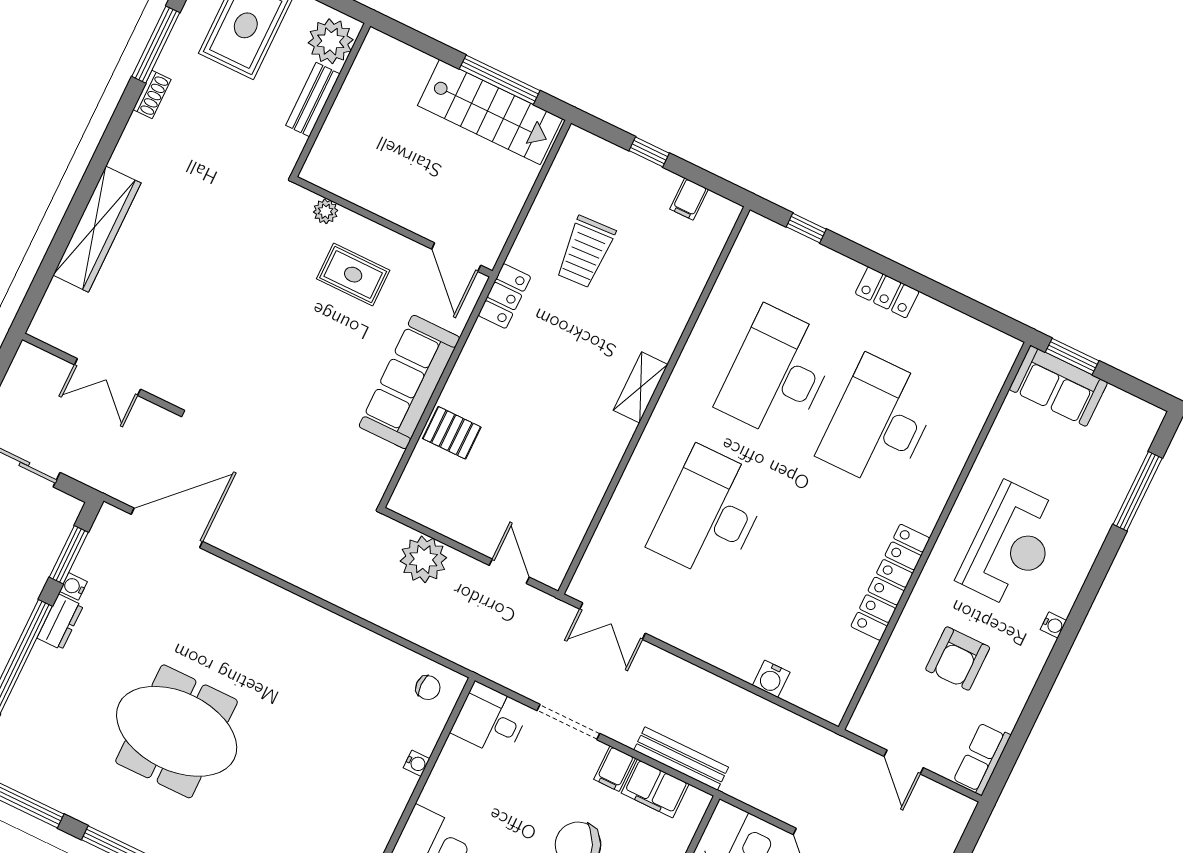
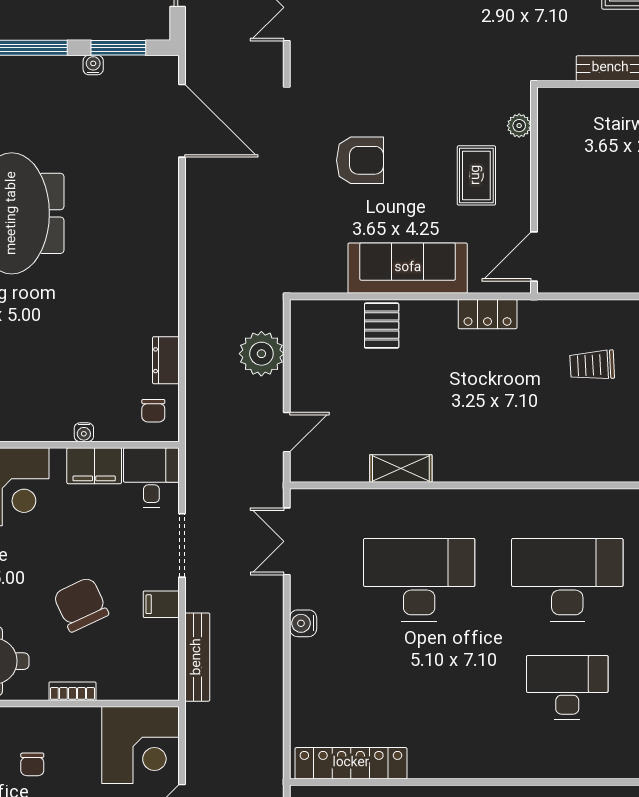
trolley: (585, 252) -> (592, 365), width x0.73, depth x0.72
locker: (504, 296) -> (488, 314), moved
armchair: (286, 378) -> (360, 160), added
shelving: (641, 387) -> (401, 469), moved
desk: (879, 423) -> (567, 687), width x0.73, depth x0.77
locker: (890, 582) -> (351, 763), moved
dresser: (60, 622) -> (166, 360), moved, turned 90
water cooler: (771, 679) -> (303, 623), moved
filing cabinet: (655, 788) -> (94, 466), moved, turned -90

